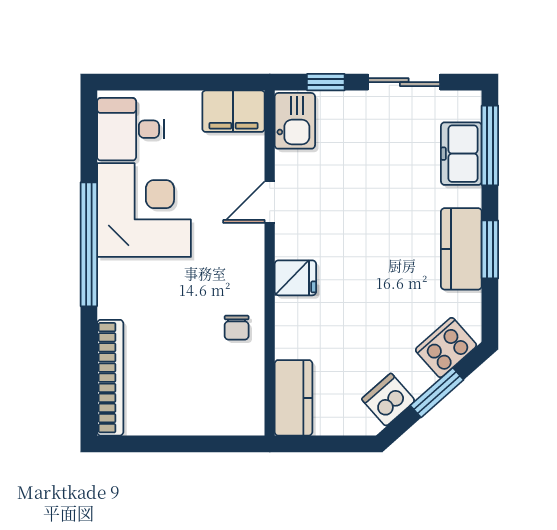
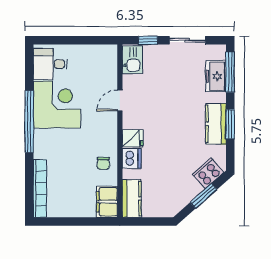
filing cabinet: (233, 111) -> (107, 202), moved, turned 90
dishwasher: (388, 400) -> (132, 158), moved, turned 132

